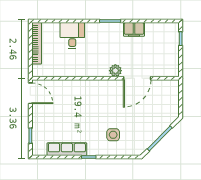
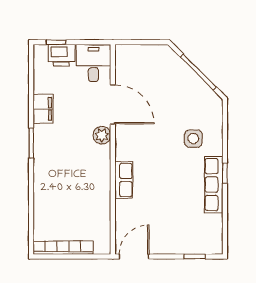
desk: (72, 36) -> (93, 63), moved, turned 90
printer: (172, 42) -> (62, 55), added
row of seats: (84, 86) -> (124, 180), added
row of seats: (67, 149) -> (214, 185), moved

